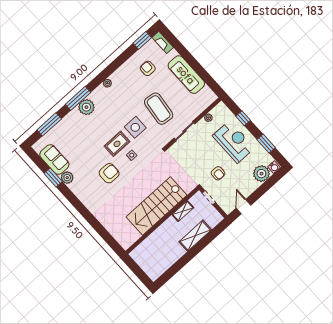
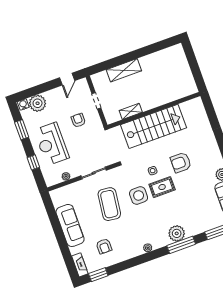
stairs: (157, 206) -> (153, 126), moved
shelving: (183, 211) -> (131, 111), moved
wall: (162, 221) -> (154, 110), moved

